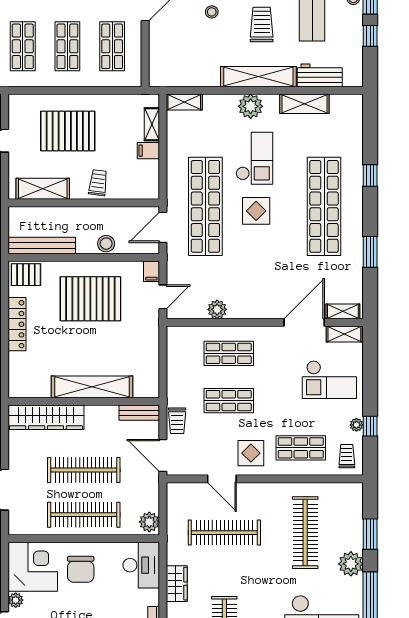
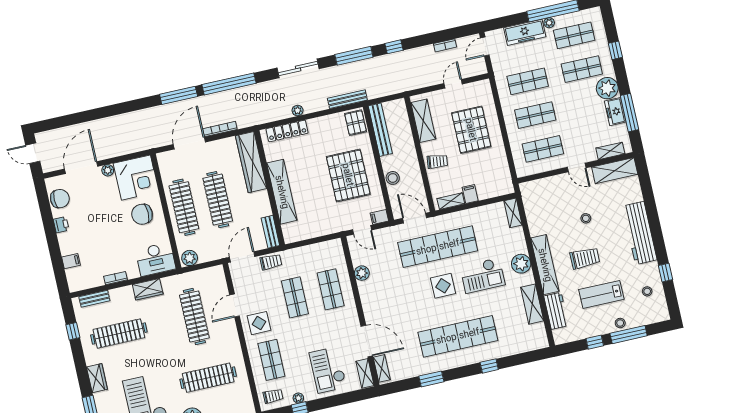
shelving: (152, 124) -> (451, 201), moved
locker: (17, 324) -> (287, 131), moved
trolley: (177, 421) -> (271, 262), turned 180

